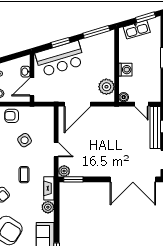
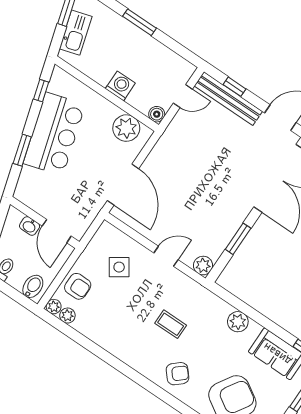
window: (96, 32) -> (41, 91), width x0.46
bar counter: (60, 59) -> (54, 134), moved
armchair: (12, 116) -> (78, 286), turned -90
side table: (25, 140) -> (119, 267), moved
window: (73, 179) -> (238, 239), moved
fireplace: (49, 188) -> (213, 303), removed

